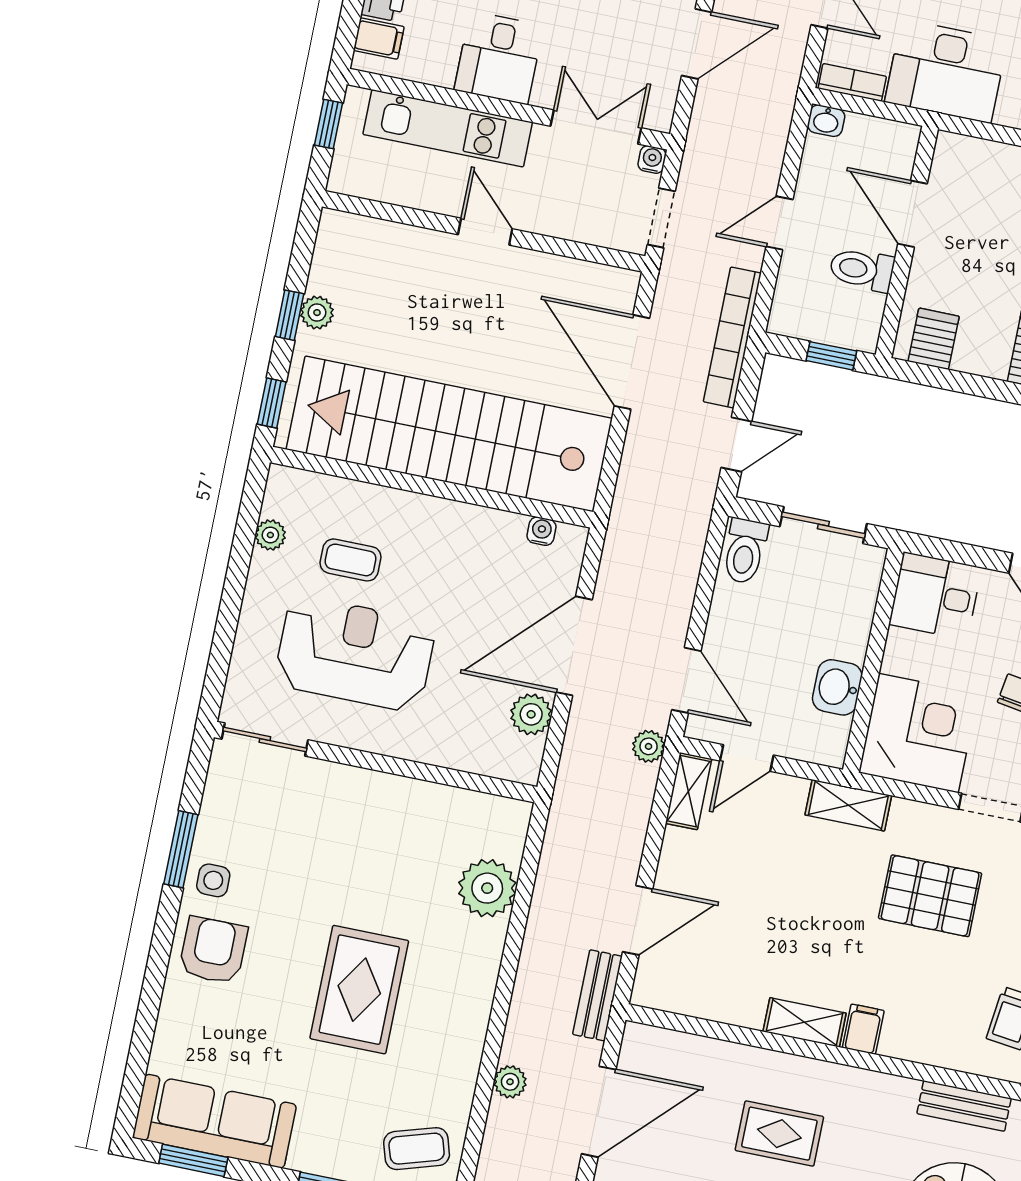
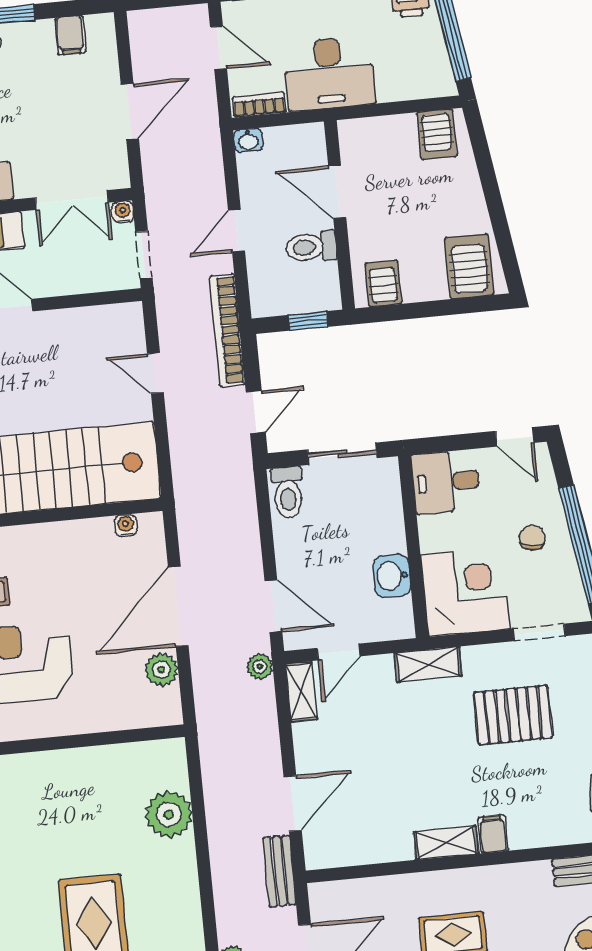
double door: (596, 127) -> (72, 200), swing flipped
door: (632, 362) -> (155, 373), width x0.53

